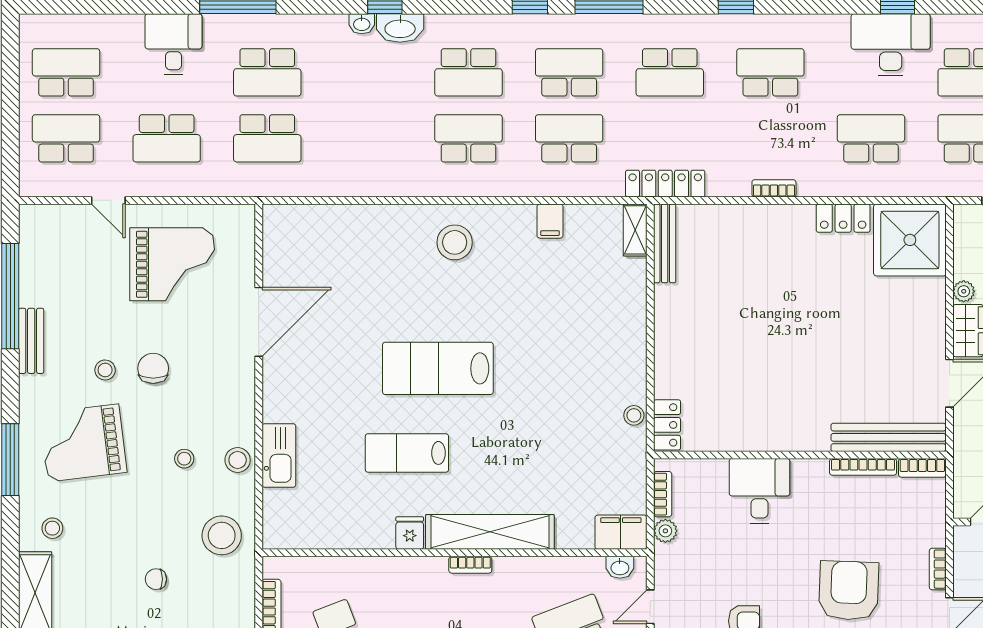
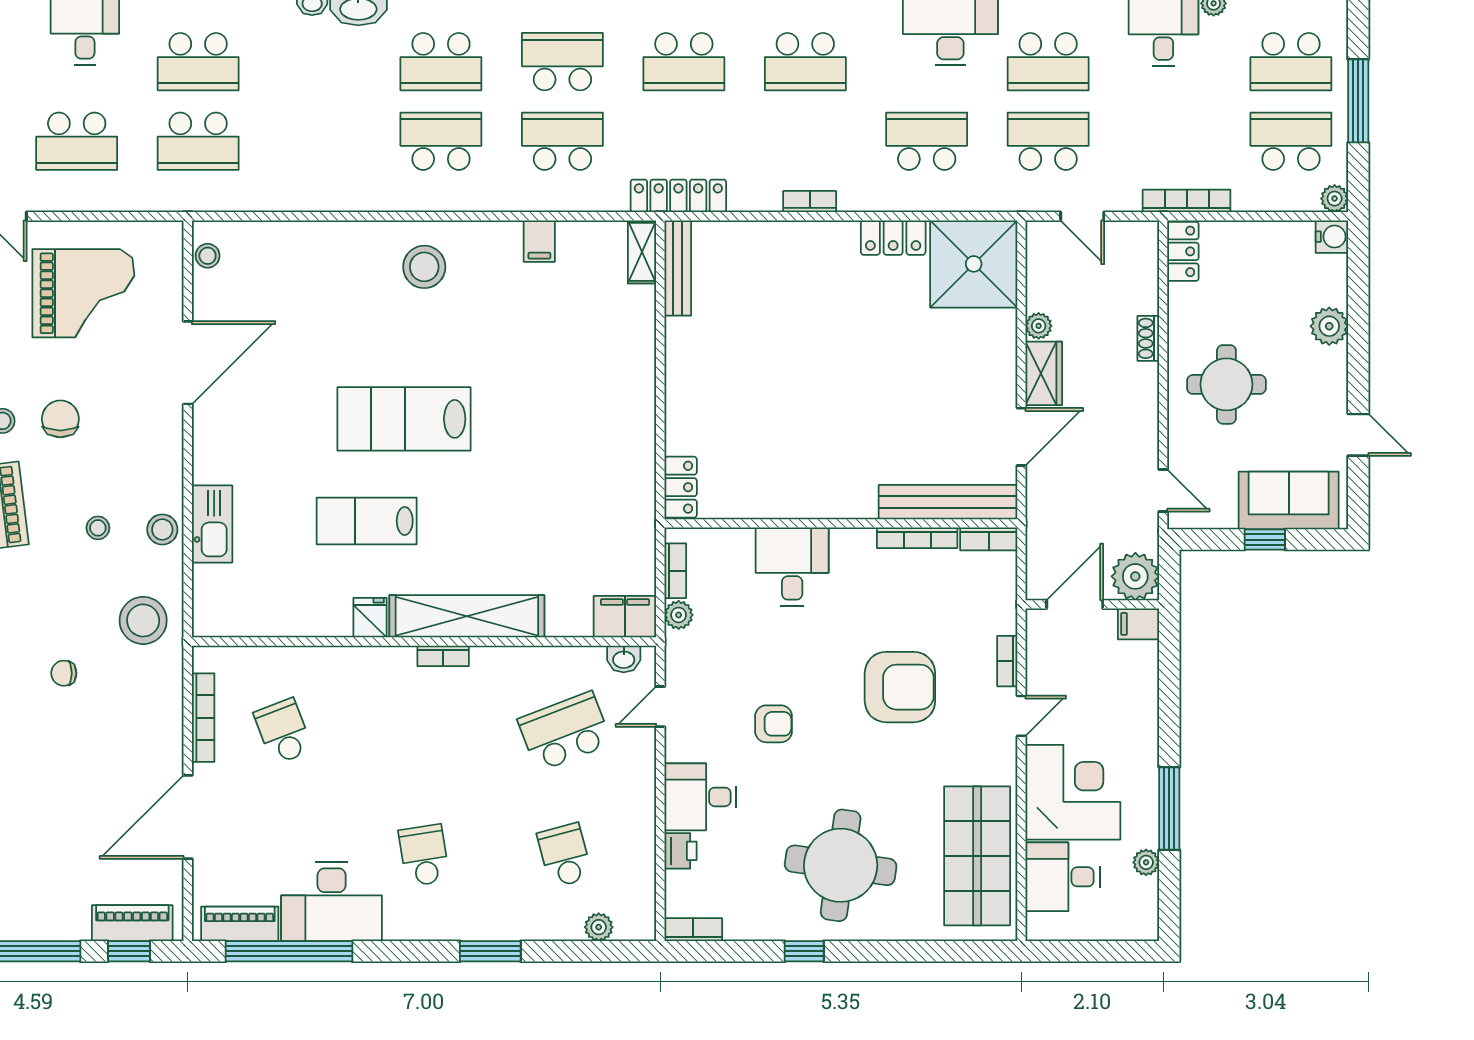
school desk: (770, 72) -> (805, 62), turned 180
stool: (634, 415) -> (208, 256), moved
armchair: (849, 591) -> (900, 687), turned 88

